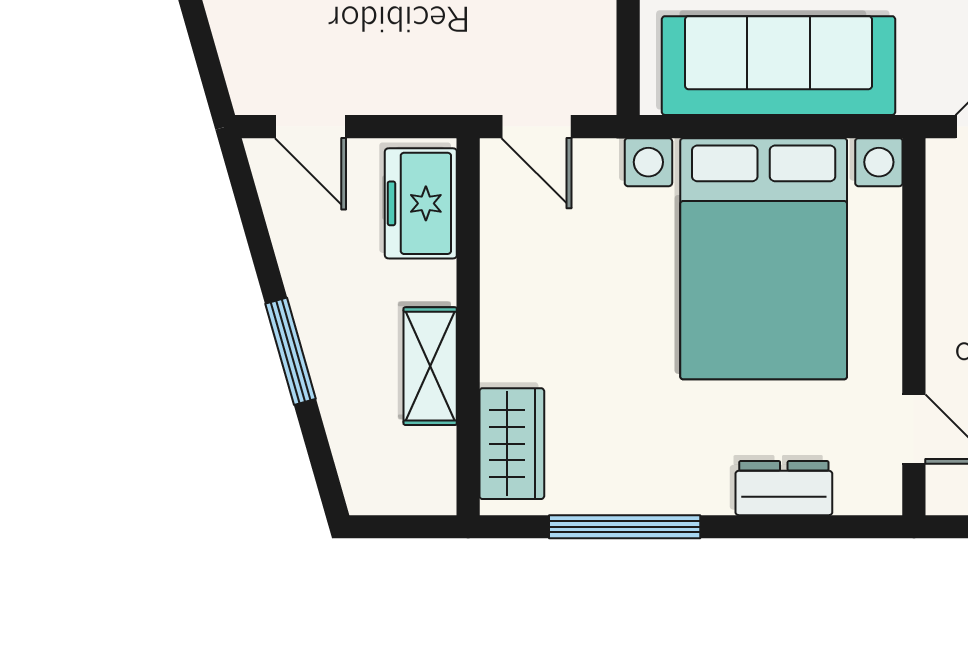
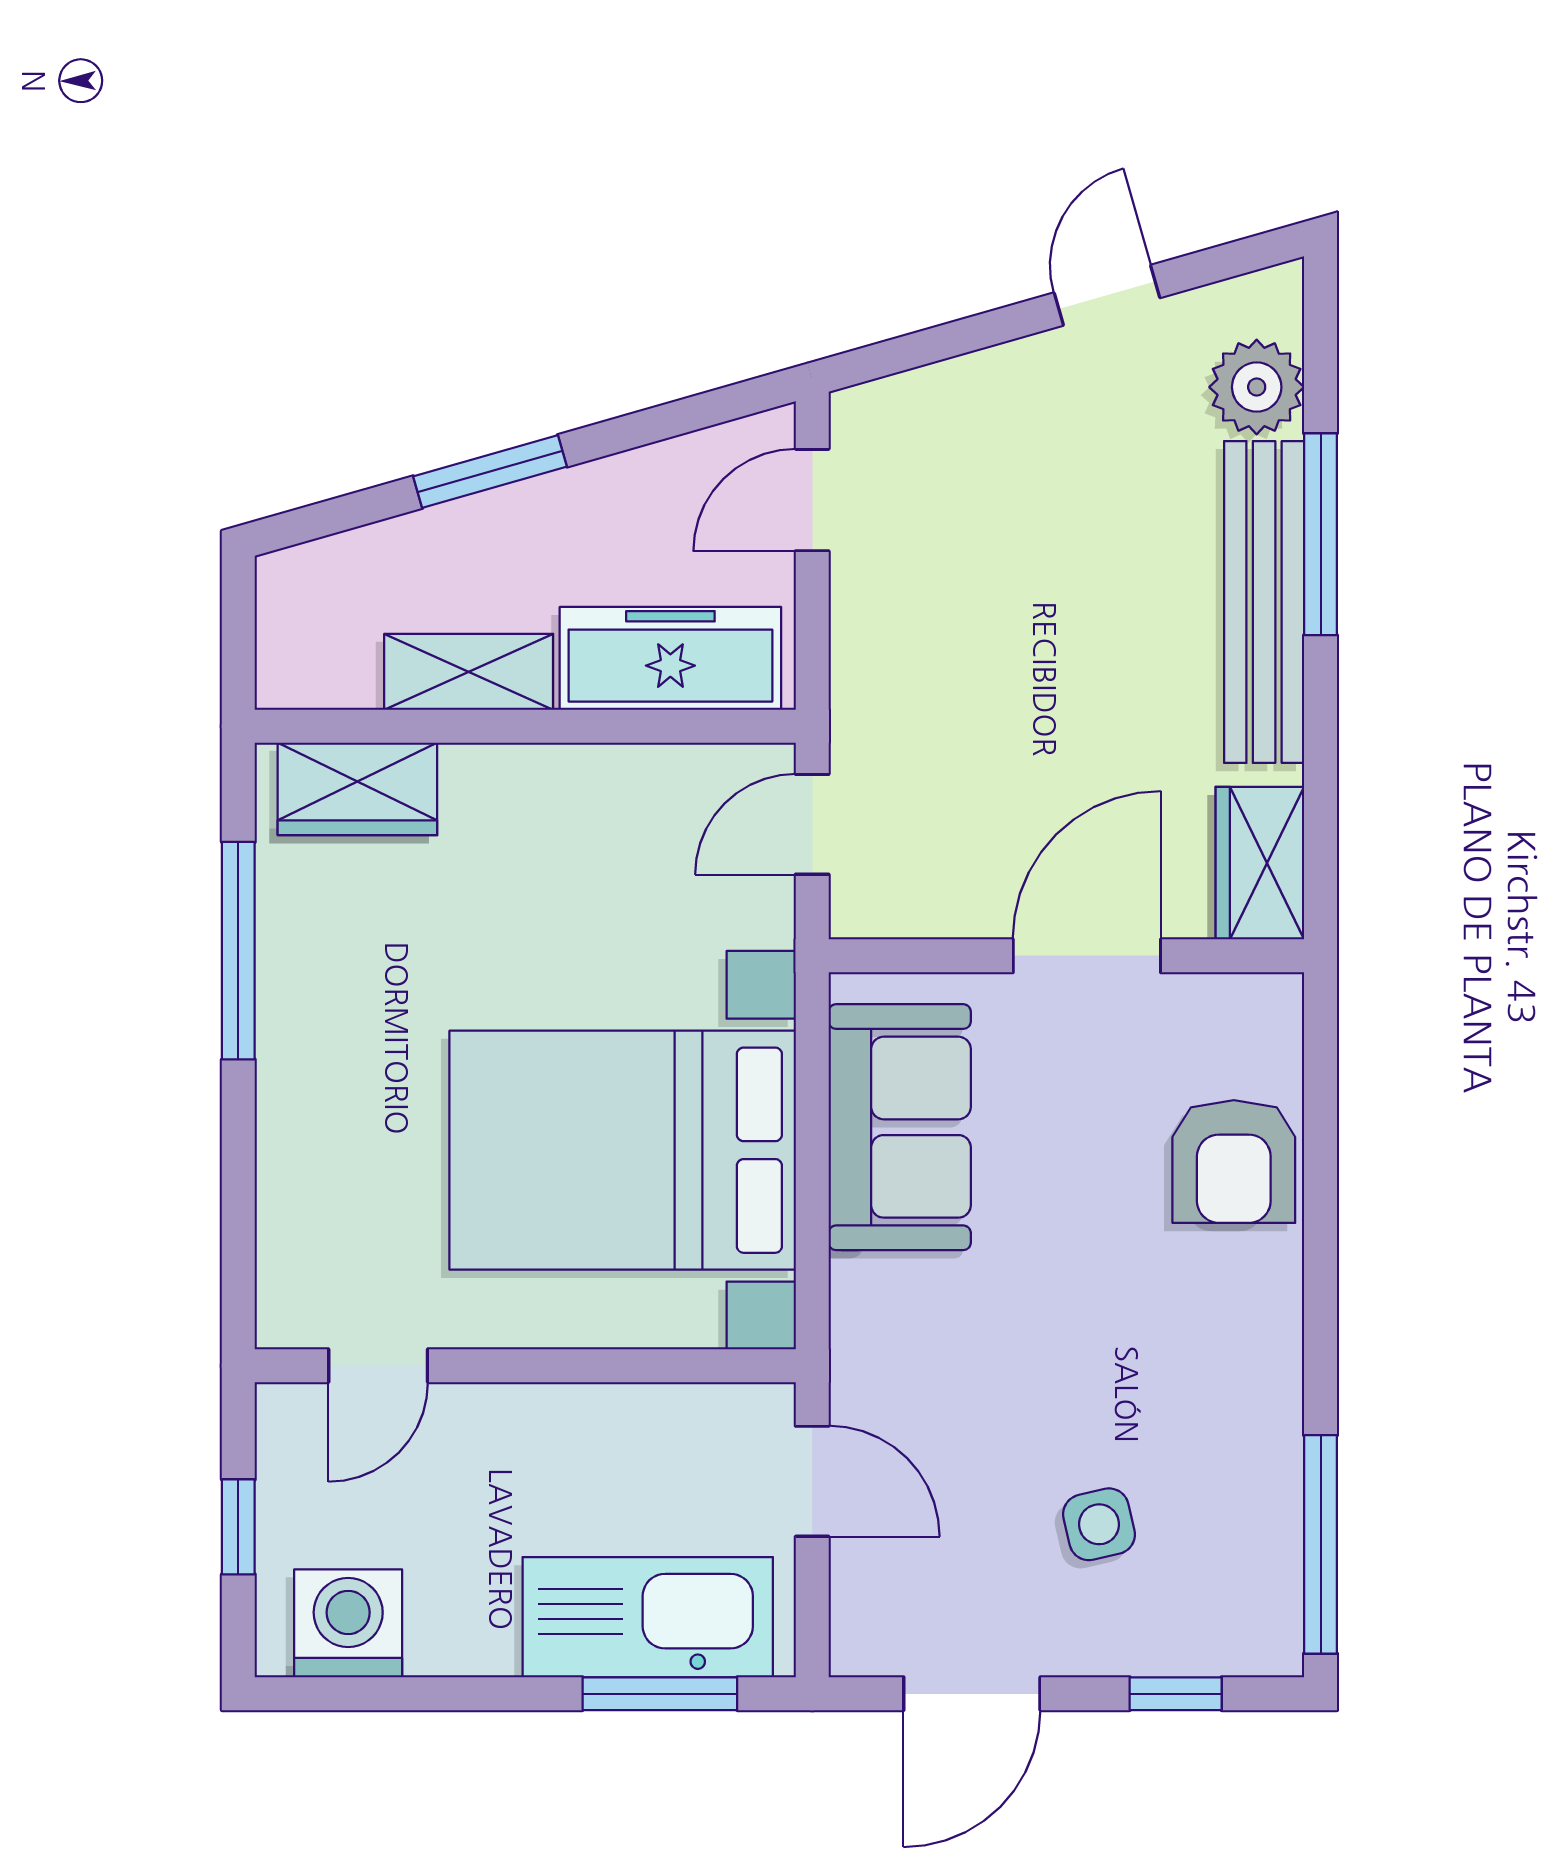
sofa: (779, 66) -> (900, 1127), width x0.73
freezer: (421, 203) -> (670, 658), width x1.40
dresser: (784, 488) -> (294, 1179), removed

